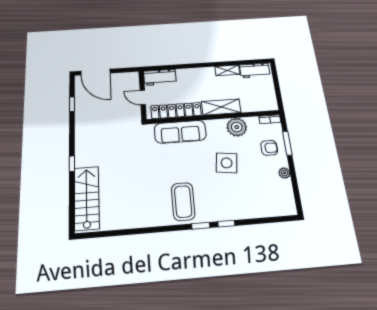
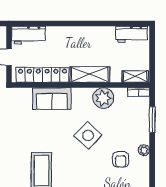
shelving: (227, 70) -> (135, 77), moved
sofa: (180, 132) -> (52, 99), width x0.73
armchair: (269, 148) -> (121, 159), moved, turned 90
side table: (227, 163) -> (88, 135), turned 37

